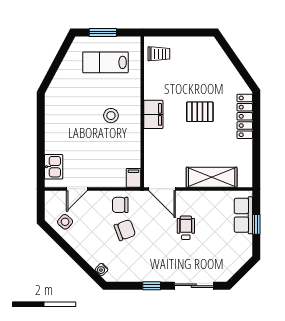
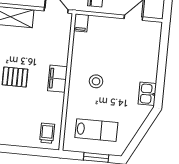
trolley: (159, 54) -> (47, 133), turned 90
kitchen sink: (54, 167) -> (147, 94), moved

